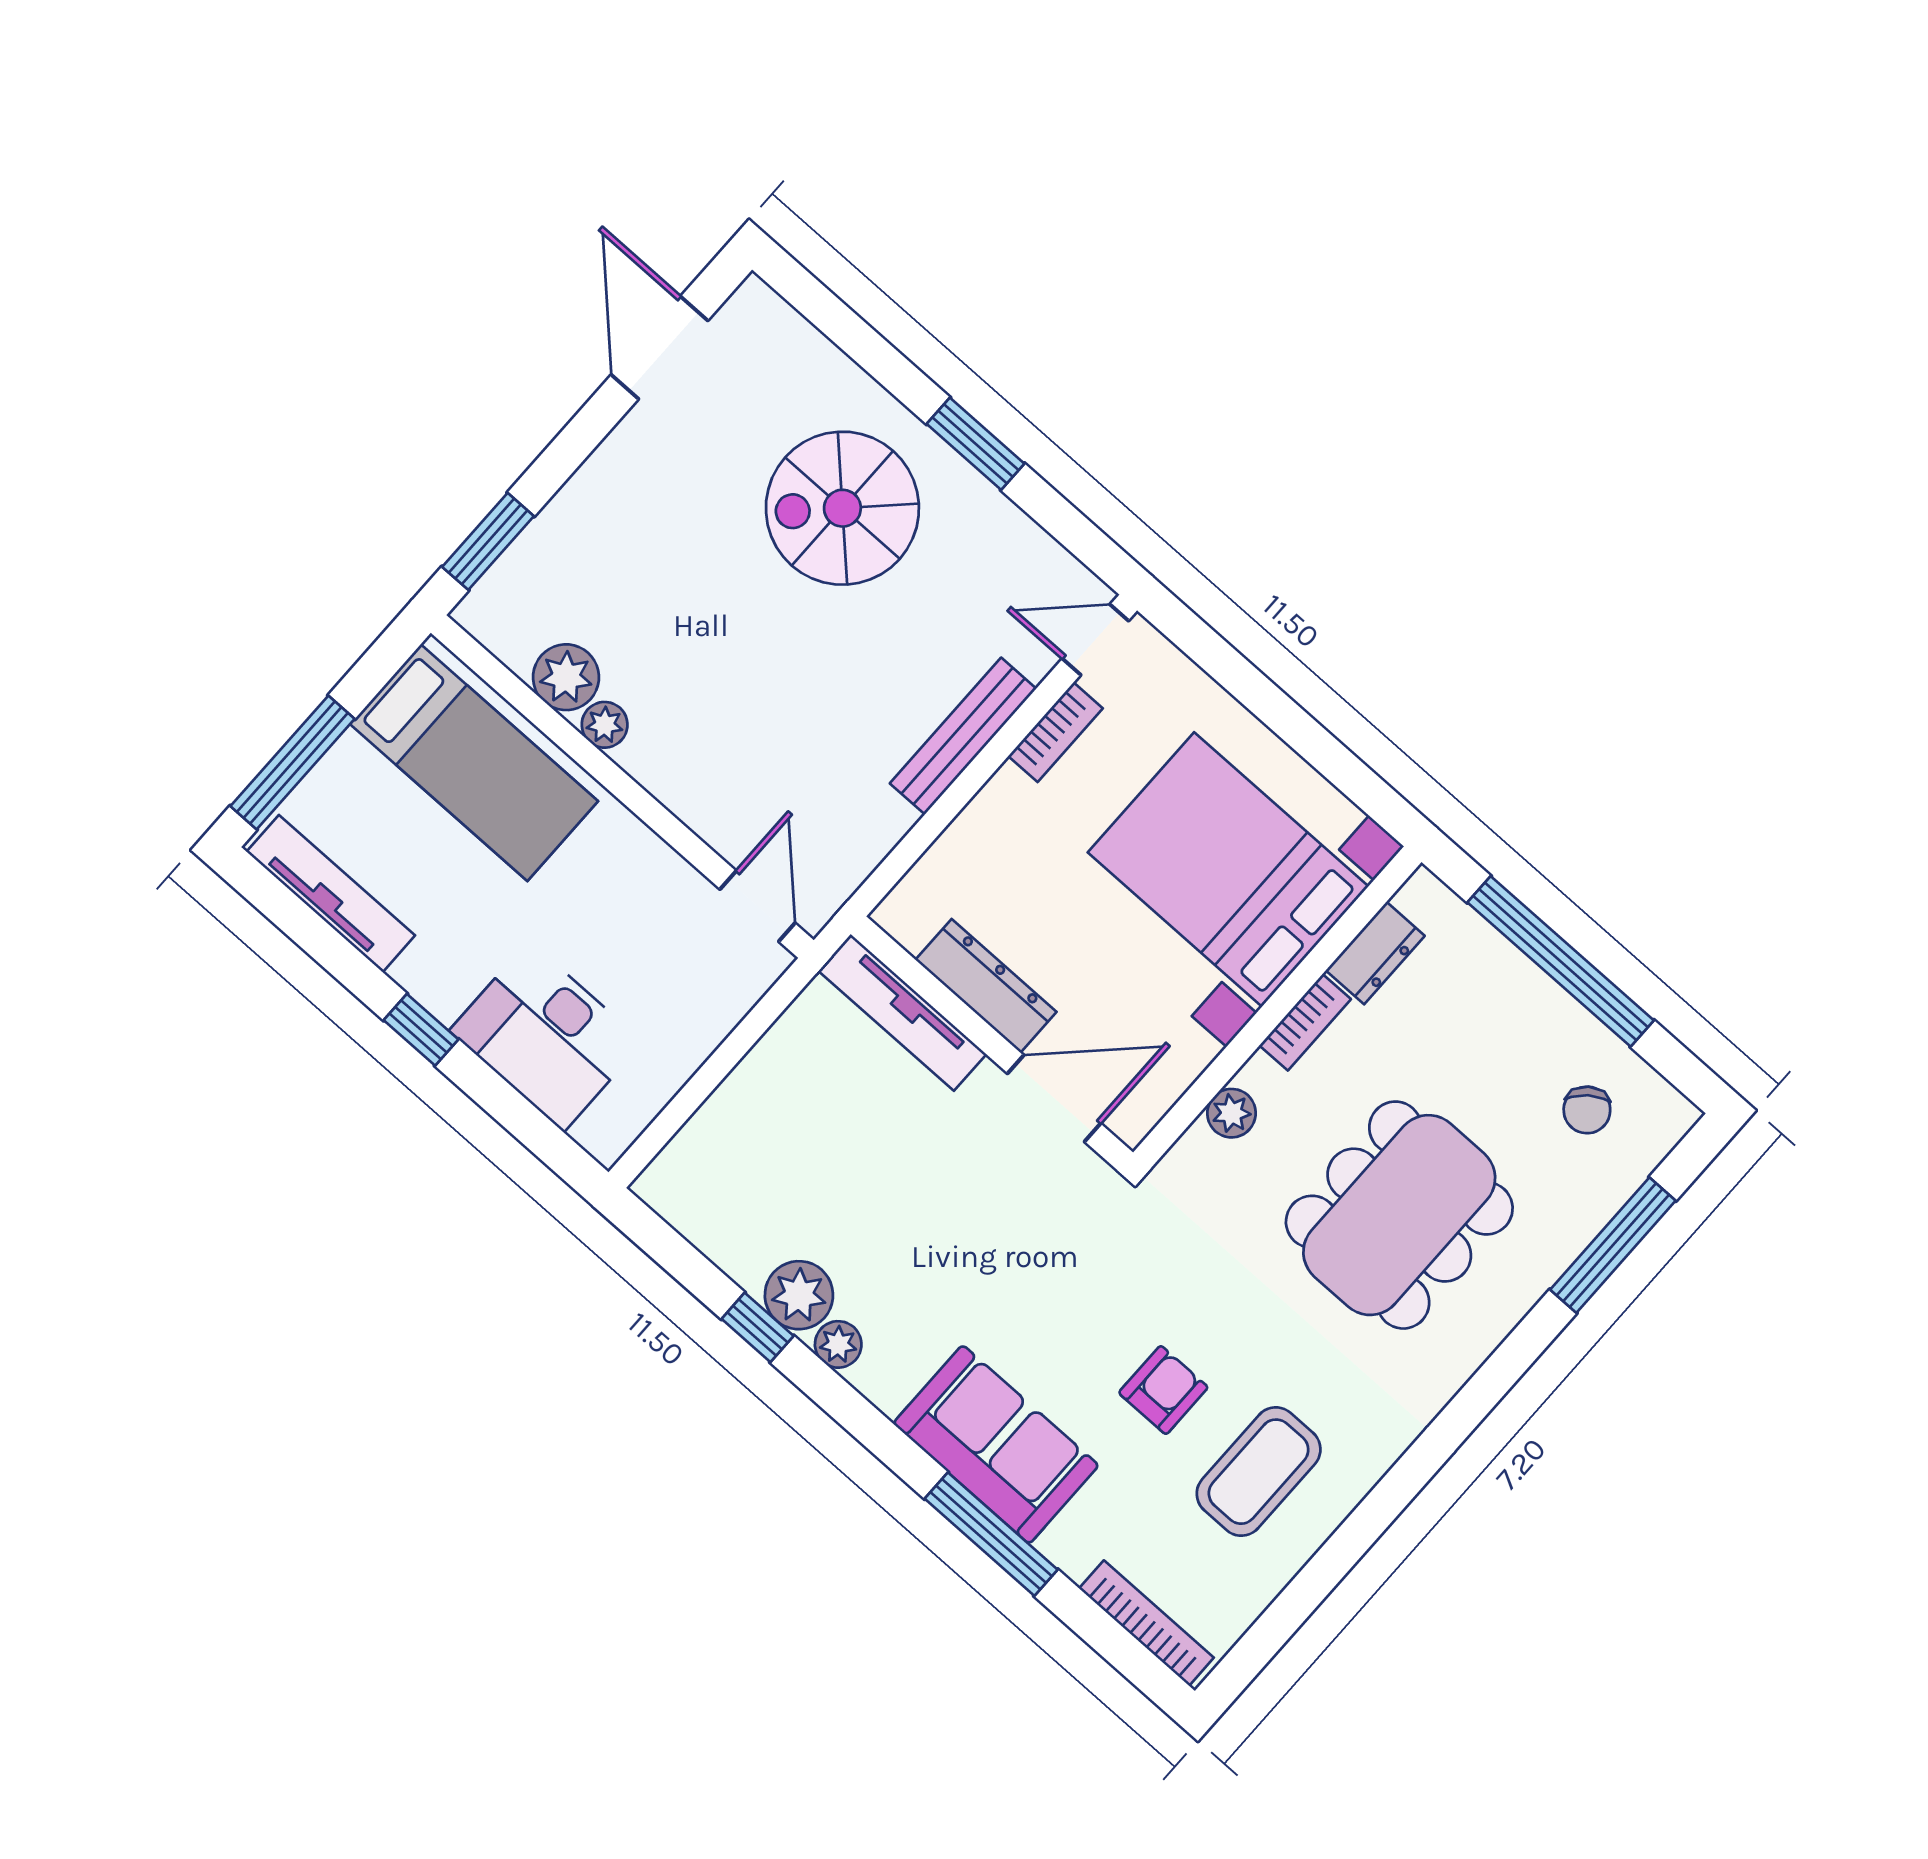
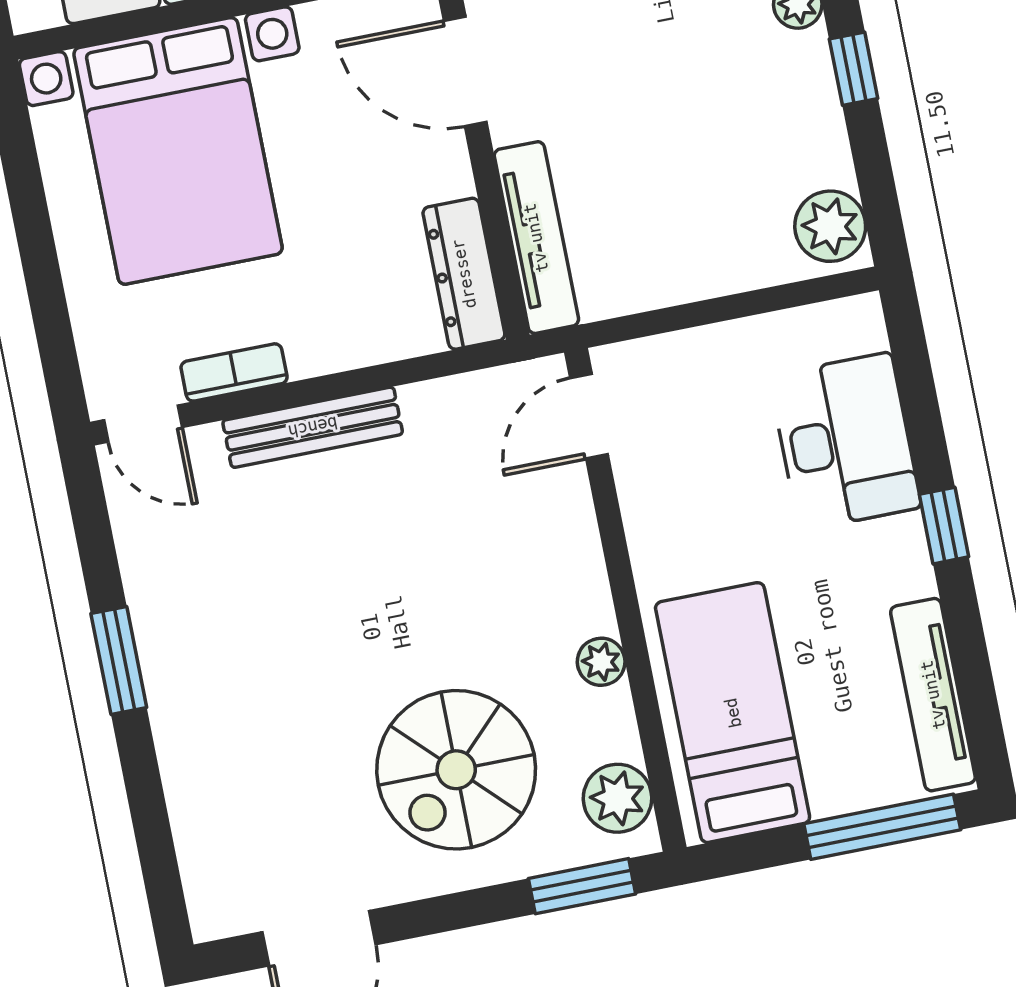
spiral stairs: (842, 508) -> (456, 770), moved, turned 90
plant: (566, 677) -> (618, 798), moved
dresser: (986, 986) -> (464, 274), moved
plant: (799, 1295) -> (830, 226), moved

